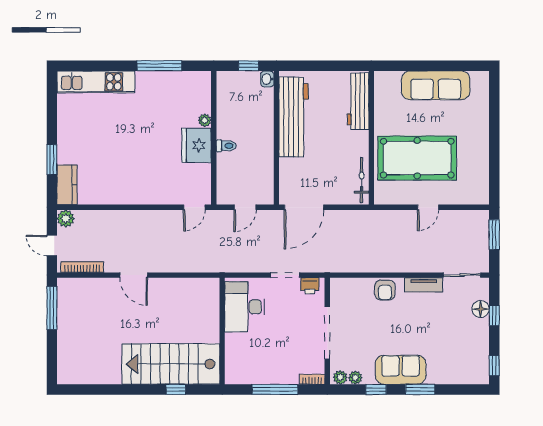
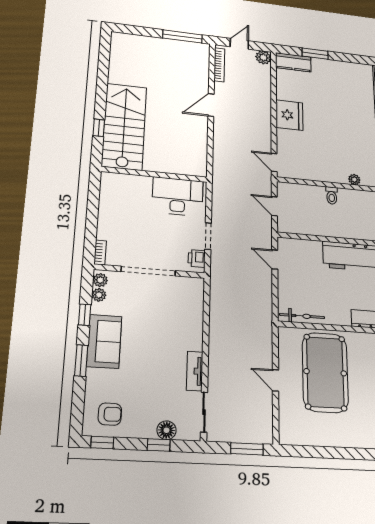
fridge: (197, 145) -> (289, 115), moved, turned 90
door: (304, 207) -> (275, 260), width x0.53
armchair: (385, 290) -> (110, 414), moved, turned 180
window: (275, 389) -> (92, 216), removed

